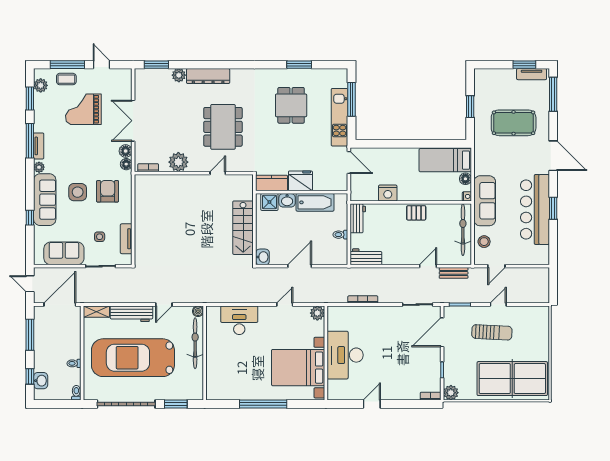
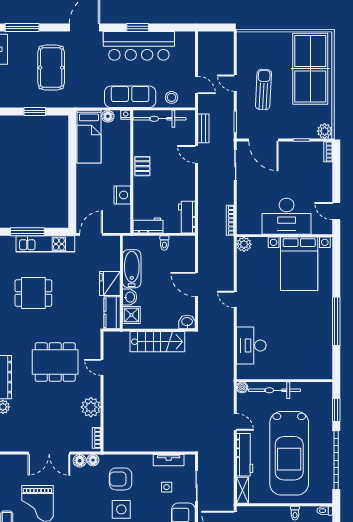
plant: (317, 313) -> (244, 244), moved
wall: (326, 353) -> (284, 236), moved
desk: (345, 355) -> (287, 216), moved
bed with nightstands: (298, 368) -> (299, 264), moved

